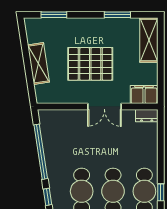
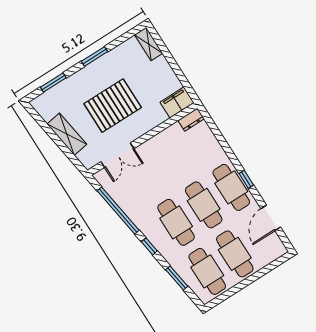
window: (117, 15) -> (94, 56), moved
shelving: (149, 40) -> (149, 44), width x0.67, depth x0.75
double door: (104, 107) -> (117, 155), moved

